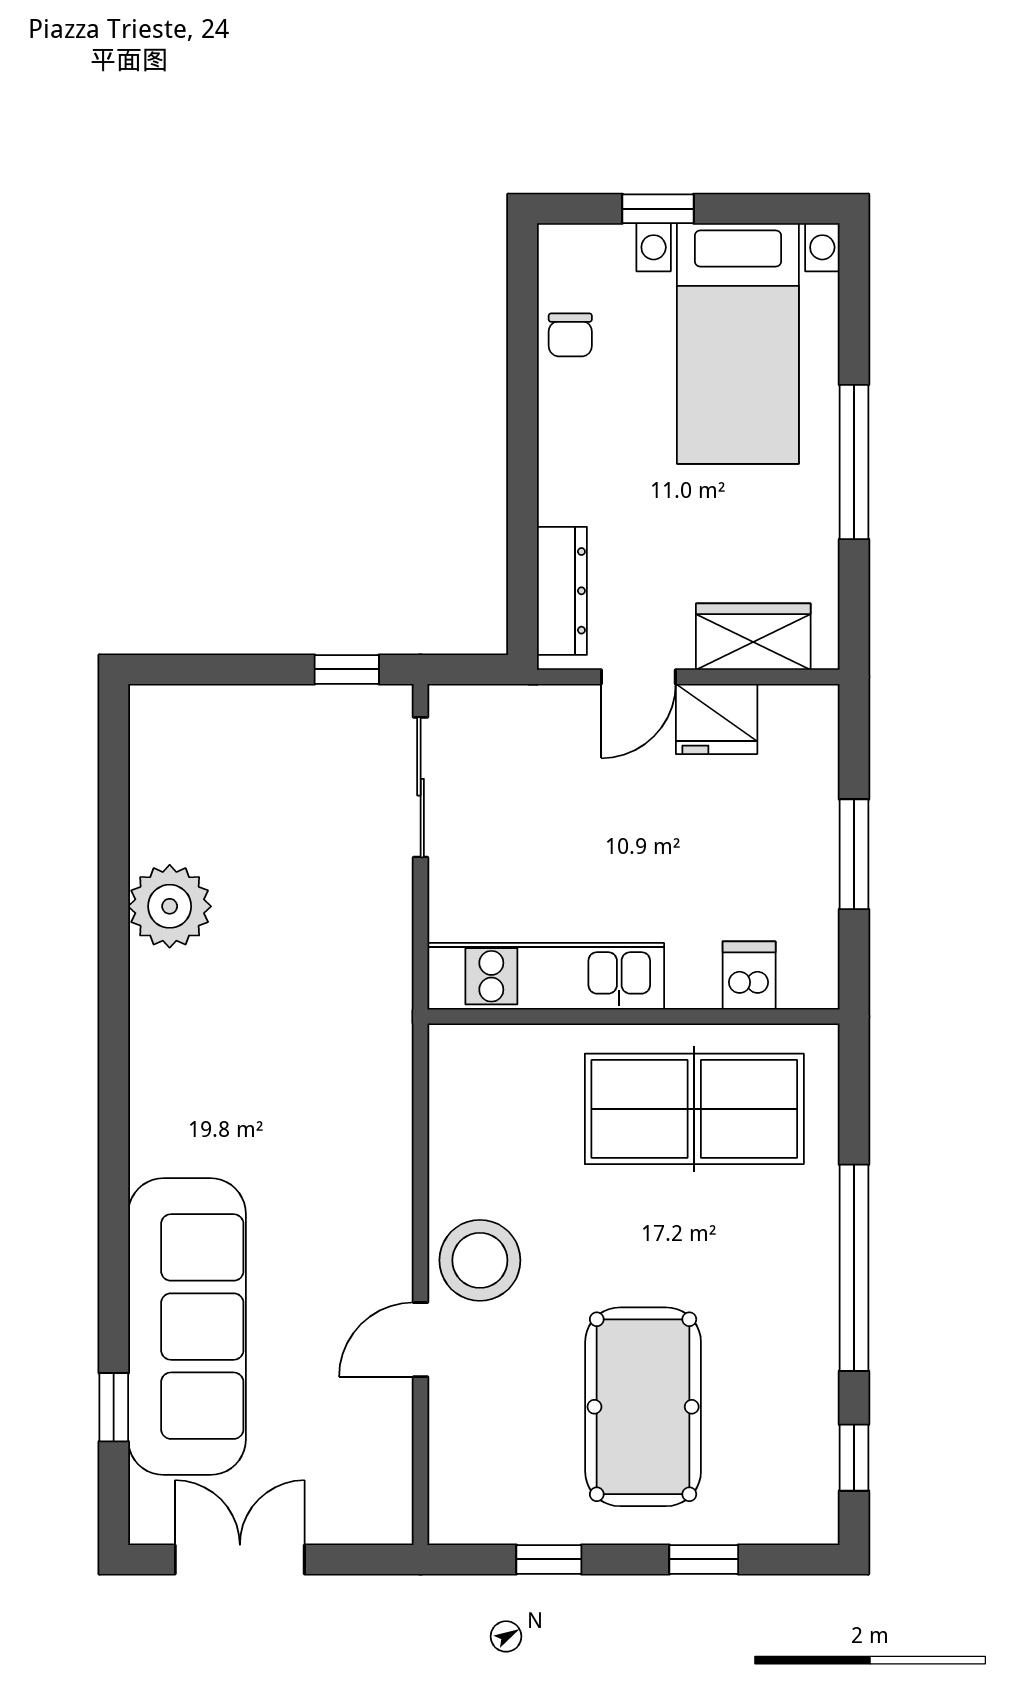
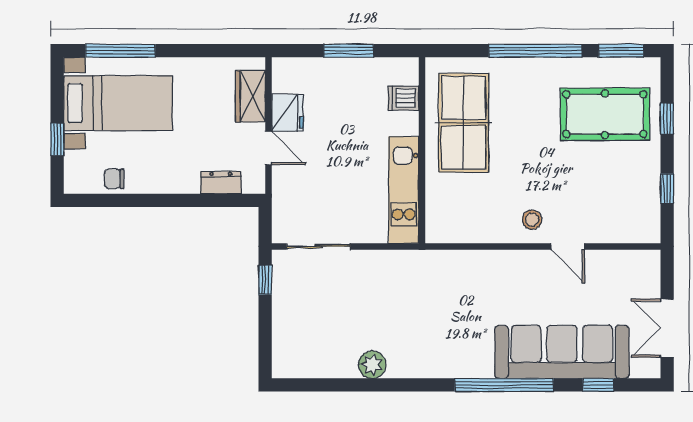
chair: (570, 335) -> (114, 179), turned 180
window: (854, 462) -> (120, 51), moved
dresser: (562, 591) -> (221, 183), width x0.70
plant: (170, 906) -> (372, 365), width x0.73, depth x0.73
window: (114, 1199) -> (504, 385), added
stool: (480, 1260) -> (532, 220), width x0.53, depth x0.53
pool table: (643, 1407) -> (605, 114), moved
window: (854, 1458) -> (621, 51), width x1.50

